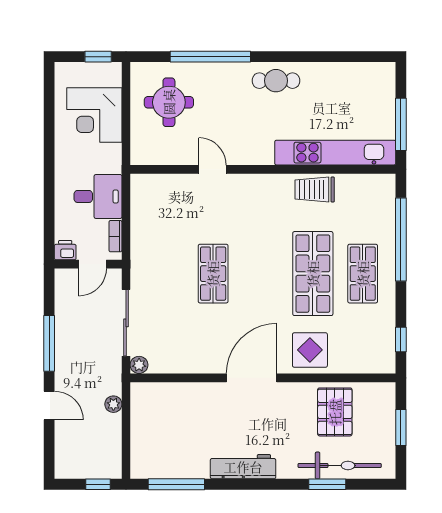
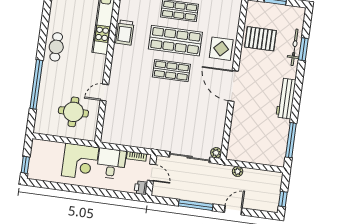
window: (98, 57) -> (25, 165), moved
round table: (169, 102) -> (73, 112), moved
corner desk: (94, 115) -> (80, 162), moved
shop shelf: (213, 274) -> (171, 71), moved
bicycle: (340, 465) -> (295, 47), width x0.73, depth x0.71
window: (98, 484) -> (283, 199), moved

